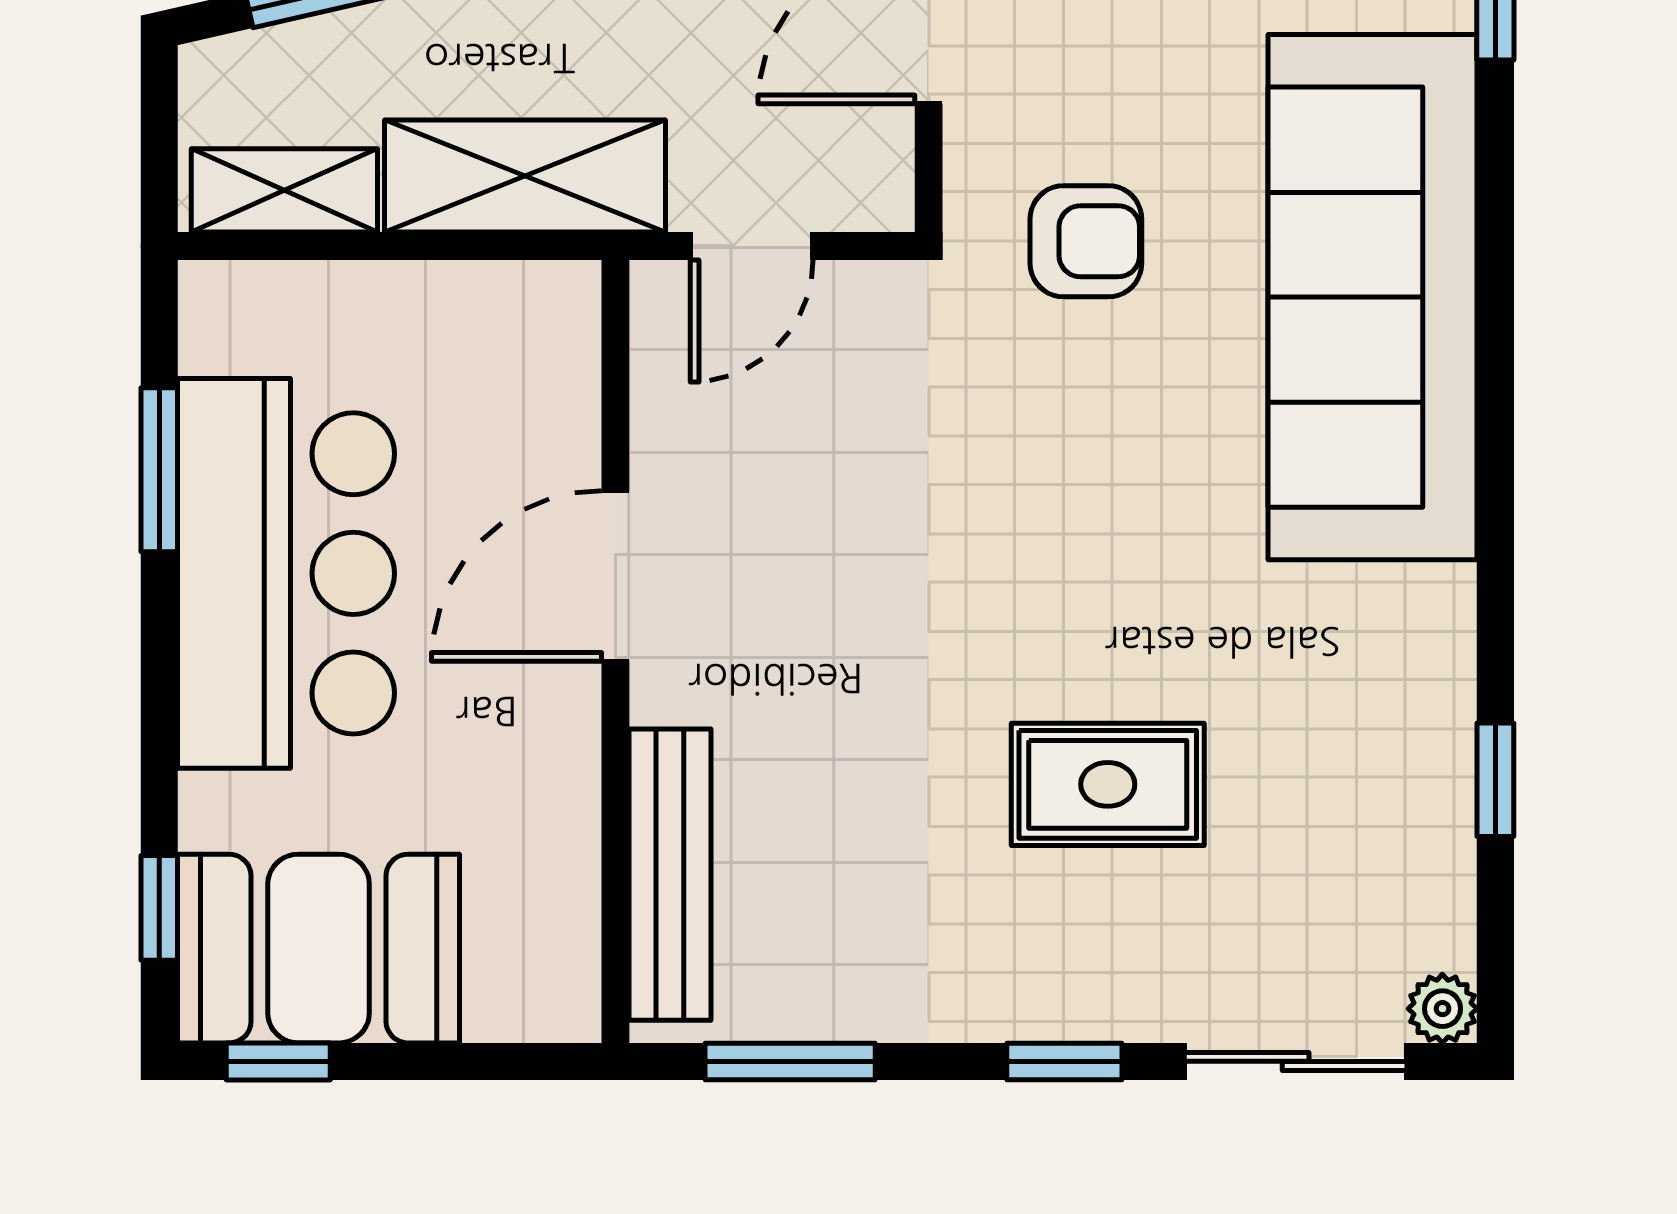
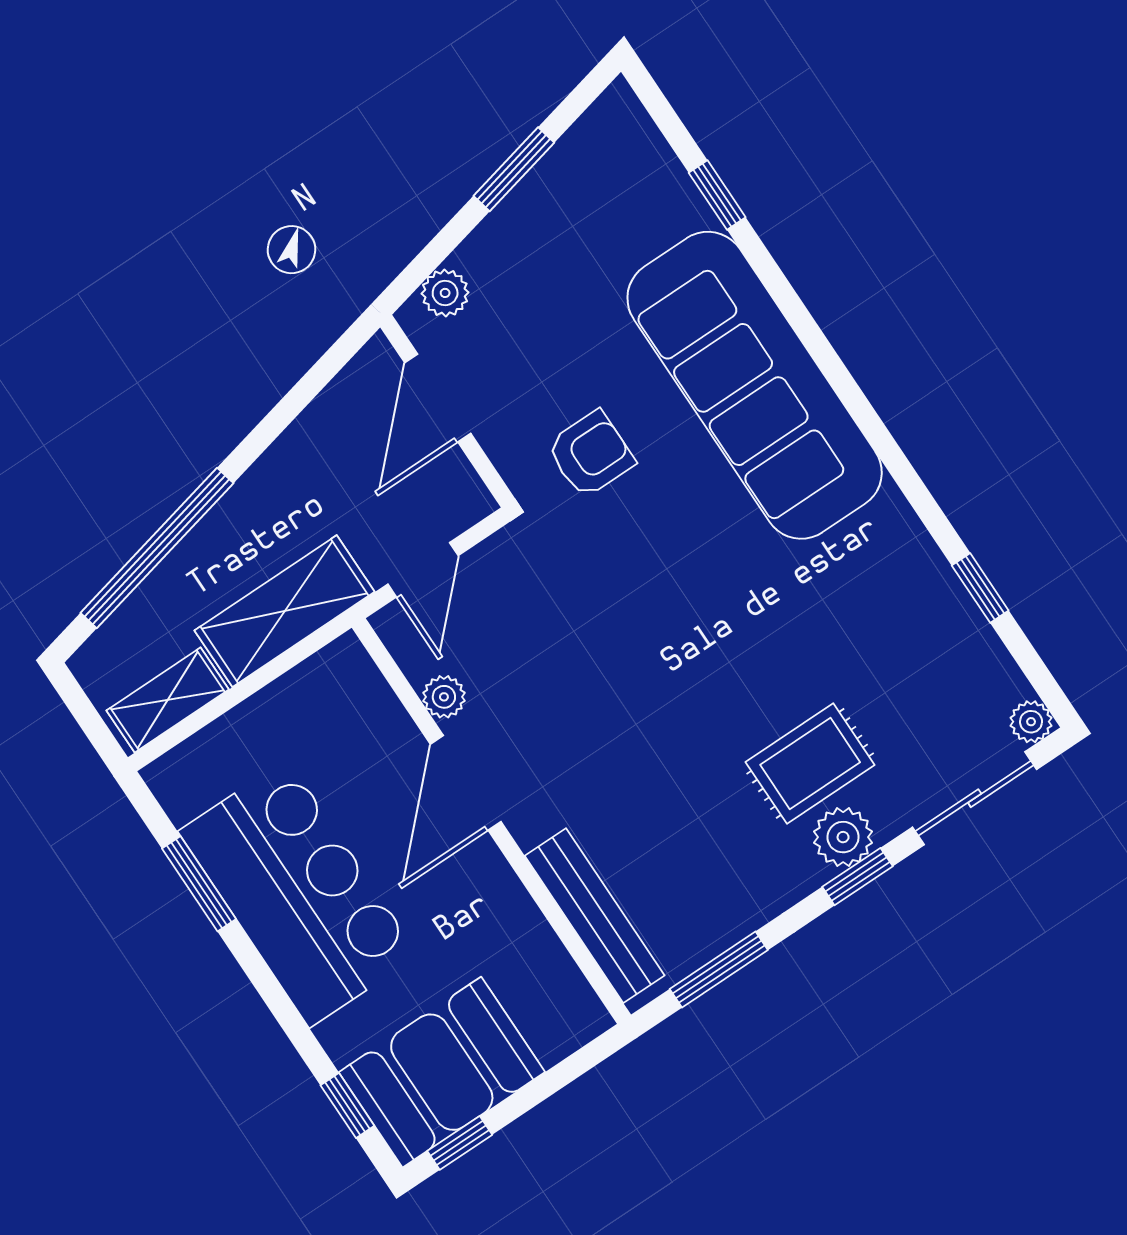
plant: (664, 438) -> (444, 697), added
rug: (1108, 784) -> (810, 763), moved
plant: (1081, 994) -> (843, 837), added

